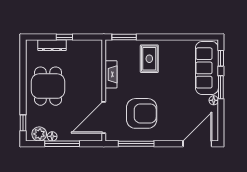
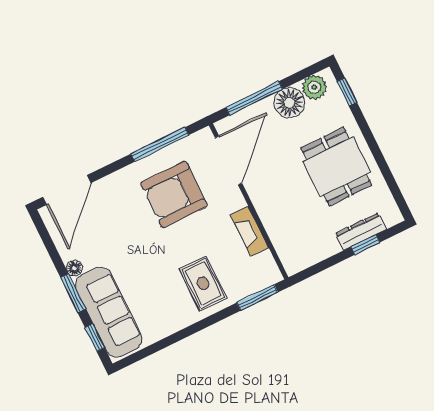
window: (64, 37) -> (365, 245), moved
floor lamp: (52, 136) -> (289, 103), width x1.89, depth x1.89
window: (62, 144) -> (254, 98), moved

